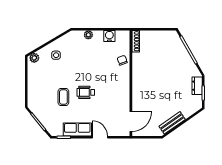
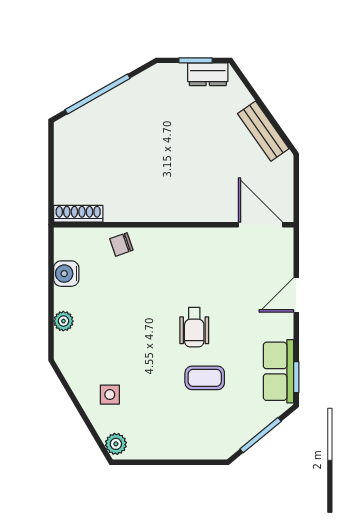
dresser: (197, 86) -> (208, 74), moved
row of seats: (77, 130) -> (278, 371), moved

